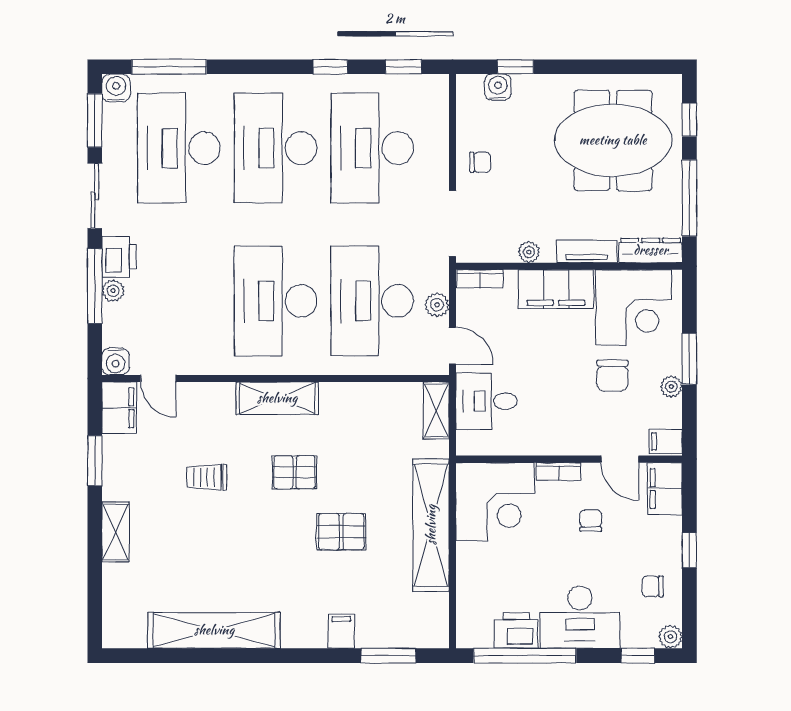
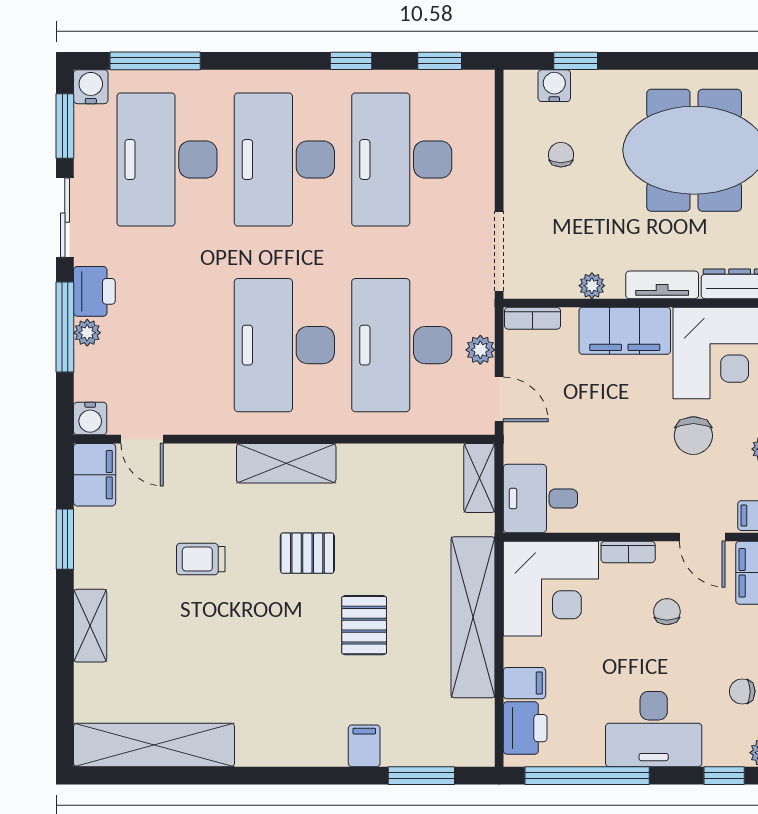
chair: (480, 162) -> (561, 155), moved, turned -90
desk: (486, 401) -> (540, 499), moved
pallet: (341, 532) -> (364, 625), turned 90
filing cabinet: (473, 579) -> (524, 683), added
shelving: (214, 630) -> (154, 745), moved
printer: (516, 630) -> (525, 728), moved, turned 90

